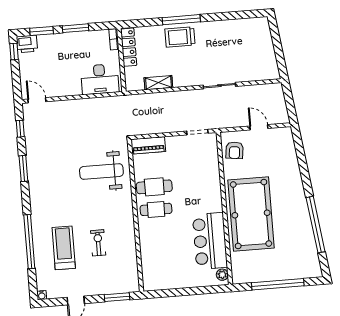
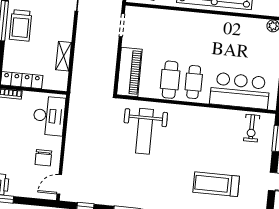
chair: (59, 81) -> (43, 158), added
piano: (148, 145) -> (129, 72), width x1.37, depth x1.33
bar counter: (210, 241) -> (240, 91), moved, turned 180
exercise bike: (98, 243) -> (252, 128), moved, turned -90

